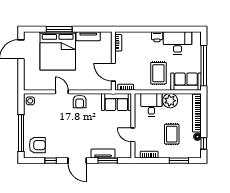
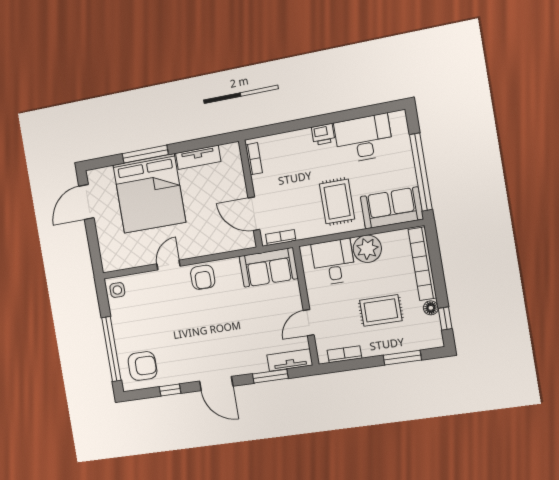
door: (62, 92) -> (168, 265), hinge flipped
rug: (172, 134) -> (381, 310), turned 90
door: (133, 135) -> (309, 323), hinge flipped
tv unit: (103, 153) -> (290, 360), moved

